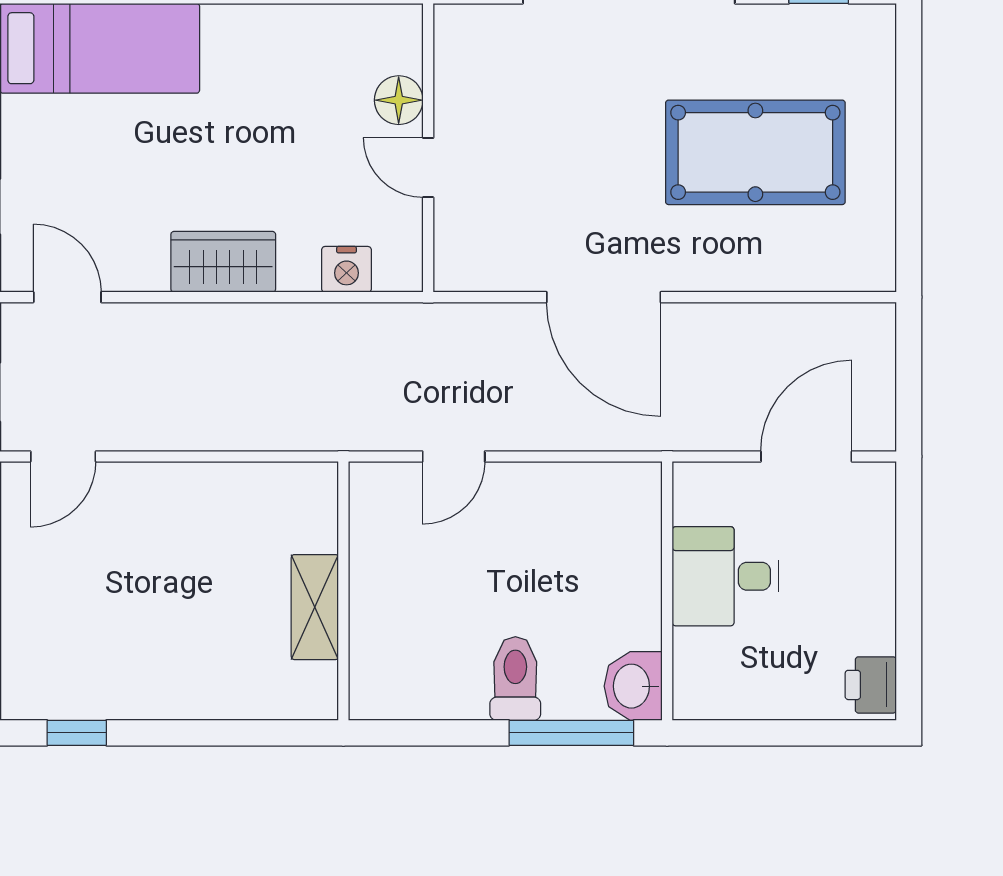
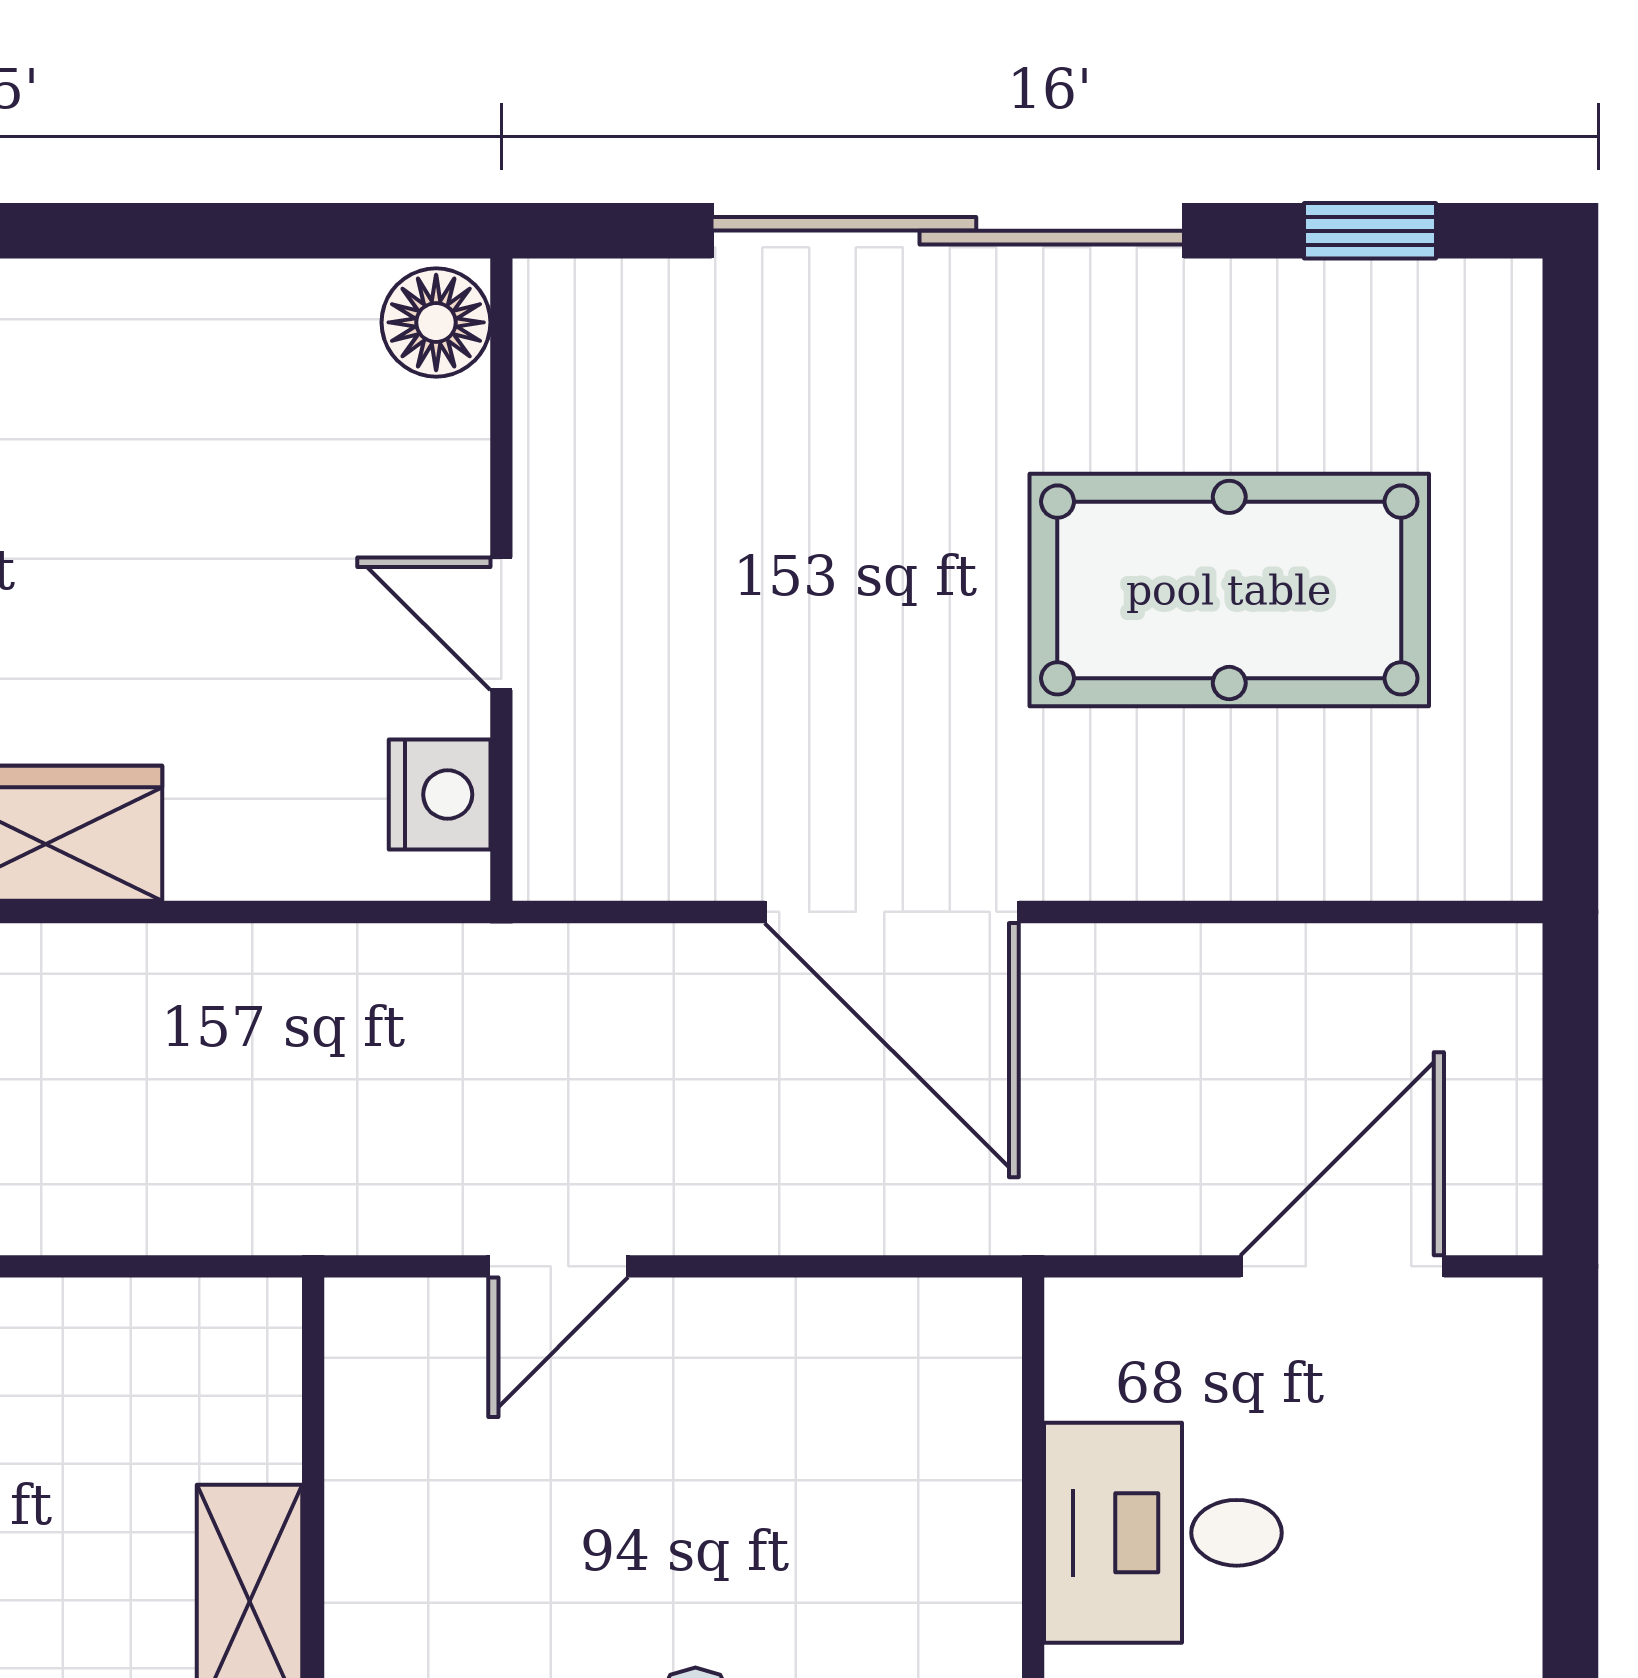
floor lamp: (399, 100) -> (436, 322), moved
nightstand: (346, 269) -> (440, 795), moved, turned -90

